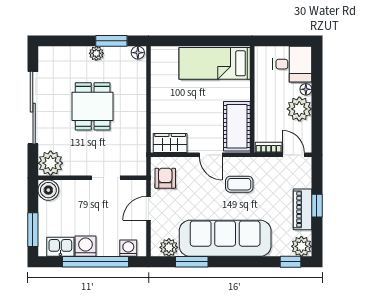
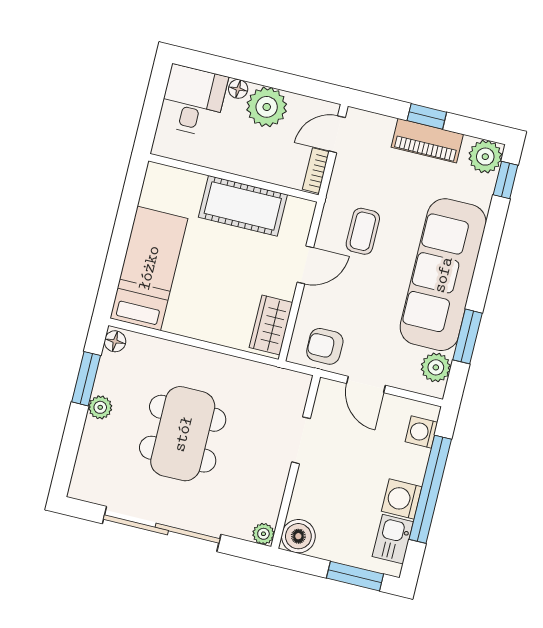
bed: (215, 63) -> (149, 268), moved, turned 180
dining table: (93, 106) -> (183, 434), width x1.38
cot: (237, 126) -> (243, 206), moved
plant: (51, 163) -> (263, 534), width x0.53, depth x0.53

